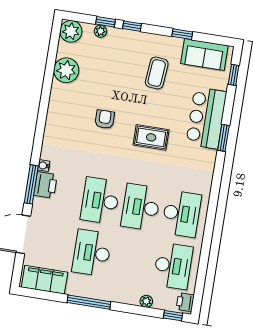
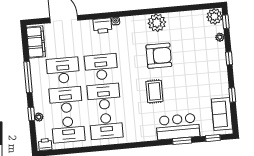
window: (105, 22) -> (226, 22), moved
plant: (66, 70) -> (157, 23), moved
coffee table: (157, 73) -> (201, 84), removed
armchair: (105, 119) -> (159, 56), width x1.88, depth x1.88
window: (223, 138) -> (182, 141), moved
window: (31, 184) -> (100, 16), removed
desk: (132, 259) -> (66, 100), added
window: (173, 316) -> (31, 114), moved

